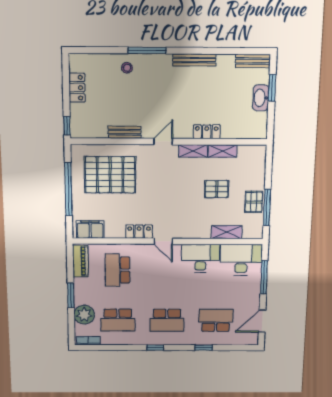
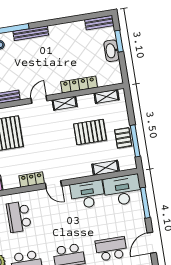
bench: (194, 60) -> (31, 33), moved
locker: (207, 132) -> (79, 85), width x1.53
shelving: (223, 151) -> (107, 96), moved
pallet: (217, 189) -> (90, 132), width x1.50, depth x1.42

